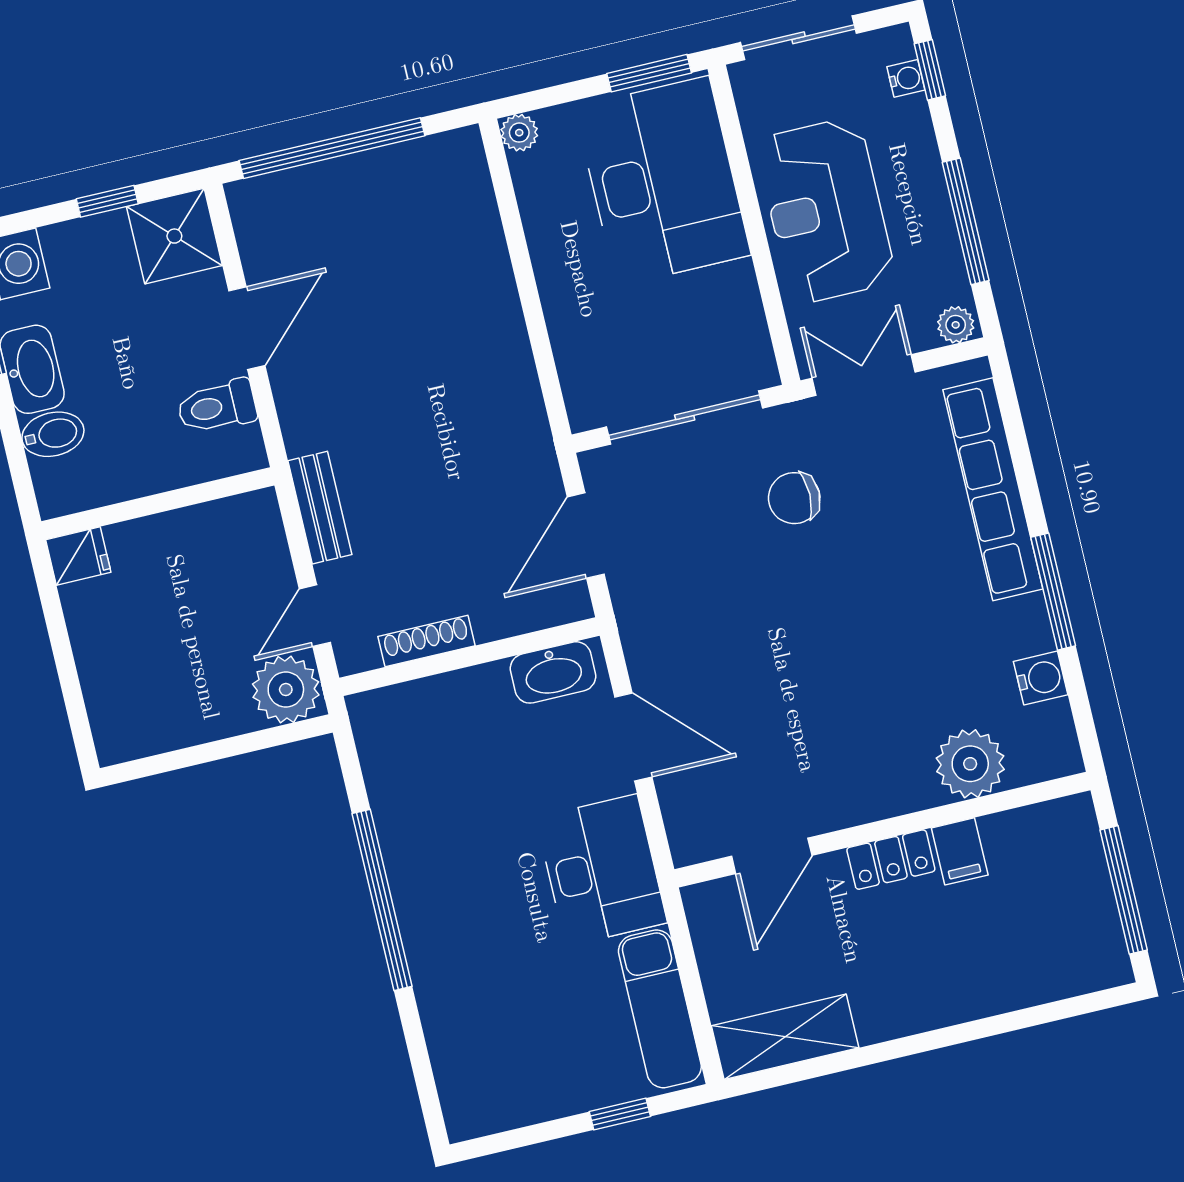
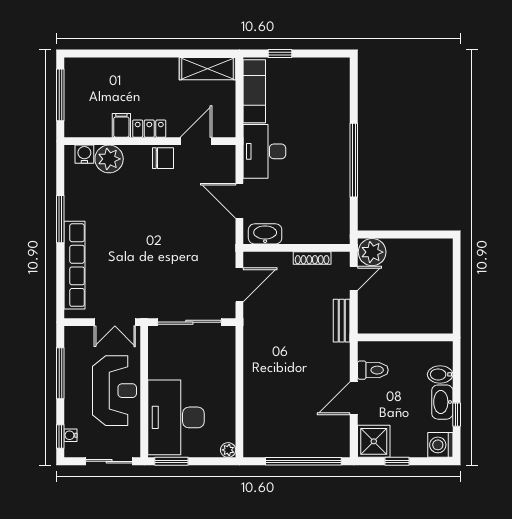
plant: (956, 325) -> (74, 333), removed
chair: (794, 498) -> (163, 158), moved
fridge: (78, 556) -> (441, 324), removed
water cooler: (1041, 678) -> (84, 154), moved, turned 90

